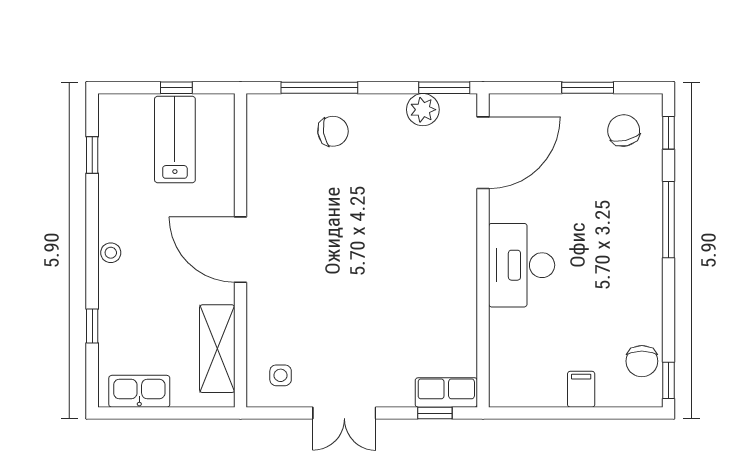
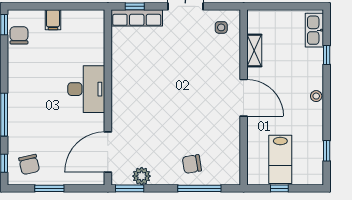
shelving: (217, 349) -> (254, 51), width x0.67, depth x0.75
kitchen sink: (139, 391) -> (314, 30), moved, turned 90
row of seats: (446, 392) -> (137, 18), width x1.48

